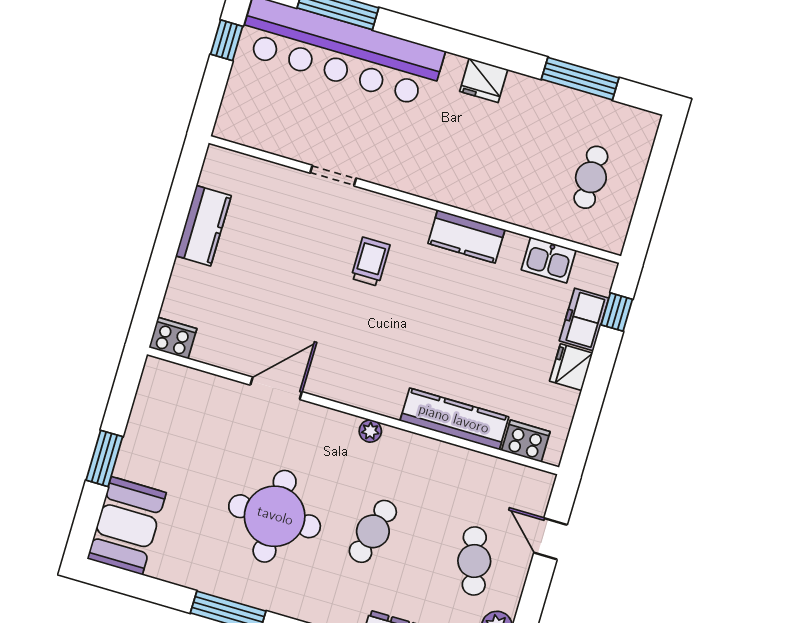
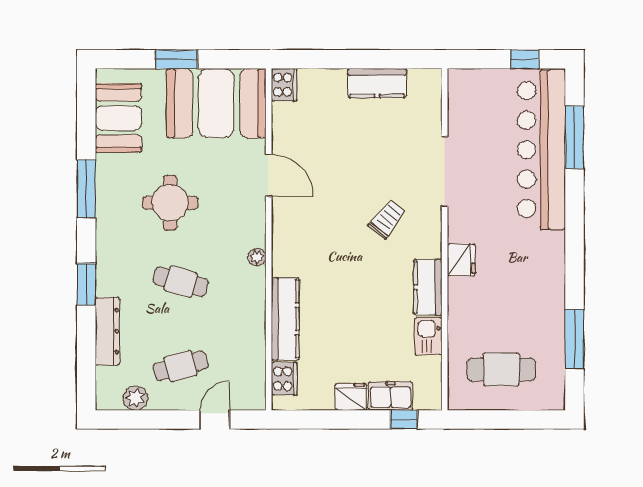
fridge: (484, 80) -> (461, 260), moved, turned 180
doorway: (333, 176) -> (445, 171), width x1.87
cafe table: (591, 177) -> (501, 369), width x1.37, depth x1.35
kitchen sink: (549, 260) -> (428, 336), moved
trolley: (370, 262) -> (387, 219), turned -52
booth: (171, 426) -> (216, 103), added
round table: (275, 516) -> (170, 203), width x0.73, depth x0.73
booth: (127, 526) -> (118, 118), moved, turned 90

